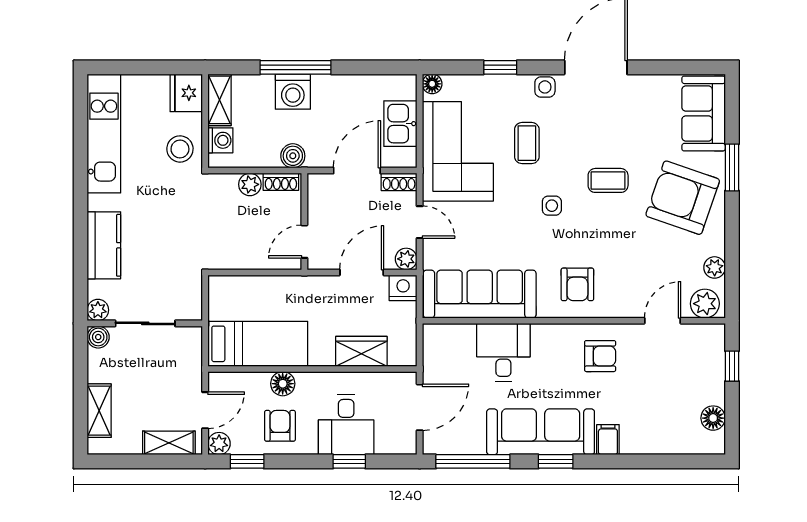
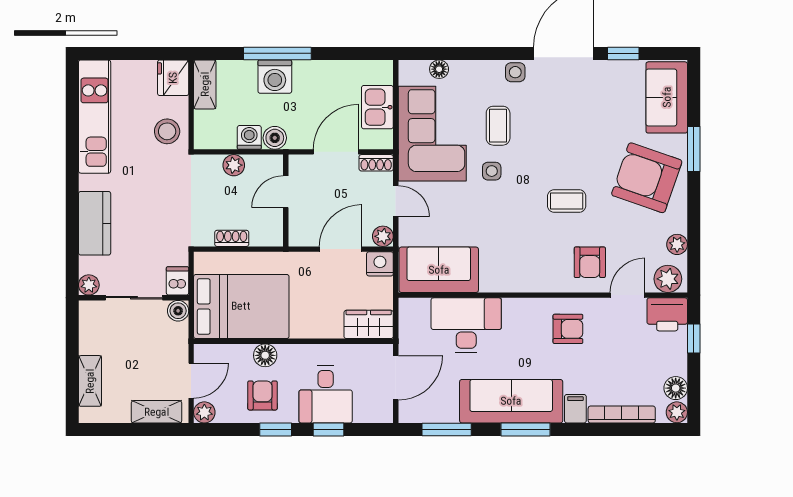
window: (500, 67) -> (623, 53), moved
floor lamp: (432, 84) -> (439, 69), moved
washing machine: (220, 140) -> (249, 137), moved, turned -90
coffee table: (608, 180) -> (567, 201), moved
shoe rack: (281, 182) -> (232, 238), moved, turned 180
side table: (552, 206) -> (492, 171), moved
door: (304, 242) -> (286, 192), moved
armchair: (577, 284) -> (590, 262), moved
sofa: (480, 294) -> (439, 270), width x0.73
dishwasher: (191, 306) -> (177, 281), added
boiler: (98, 337) -> (178, 311), moved
printer: (704, 341) -> (667, 314), added
bed: (258, 344) -> (241, 306), width x1.50
wardrobe: (361, 351) -> (369, 324), moved
desk: (503, 352) -> (466, 325), width x1.37
plant: (714, 443) -> (677, 412), added
bookcase: (656, 446) -> (622, 414), added
window: (247, 461) -> (276, 429), moved
window: (473, 461) -> (447, 429), width x0.69
window: (556, 461) -> (526, 429), width x1.50

